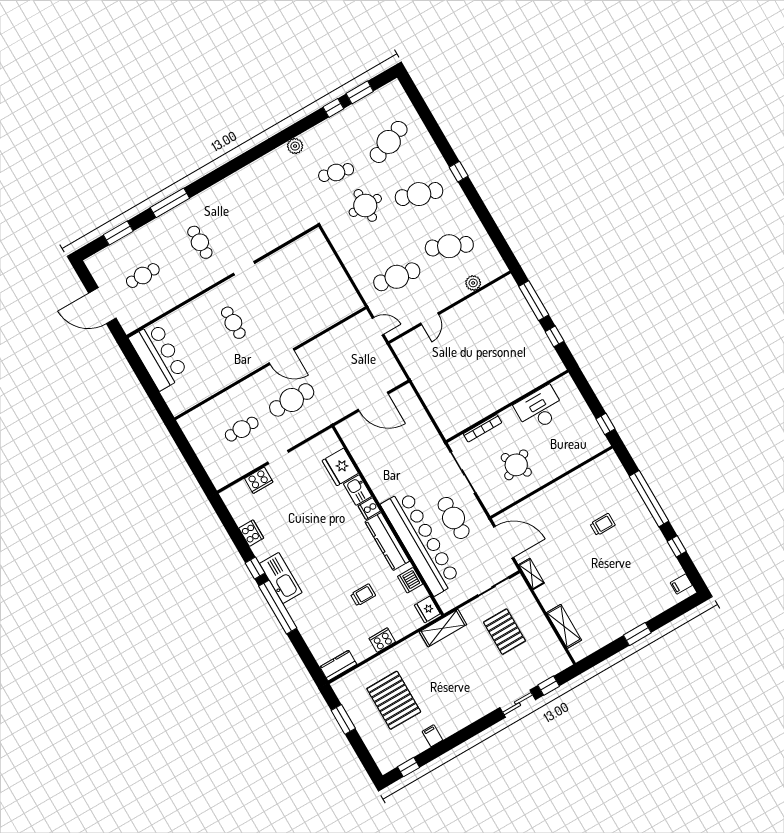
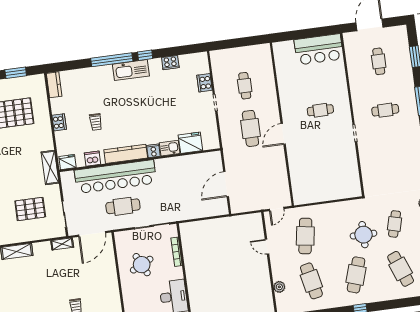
cafe table: (449, 246) -> (311, 281), turned -36

